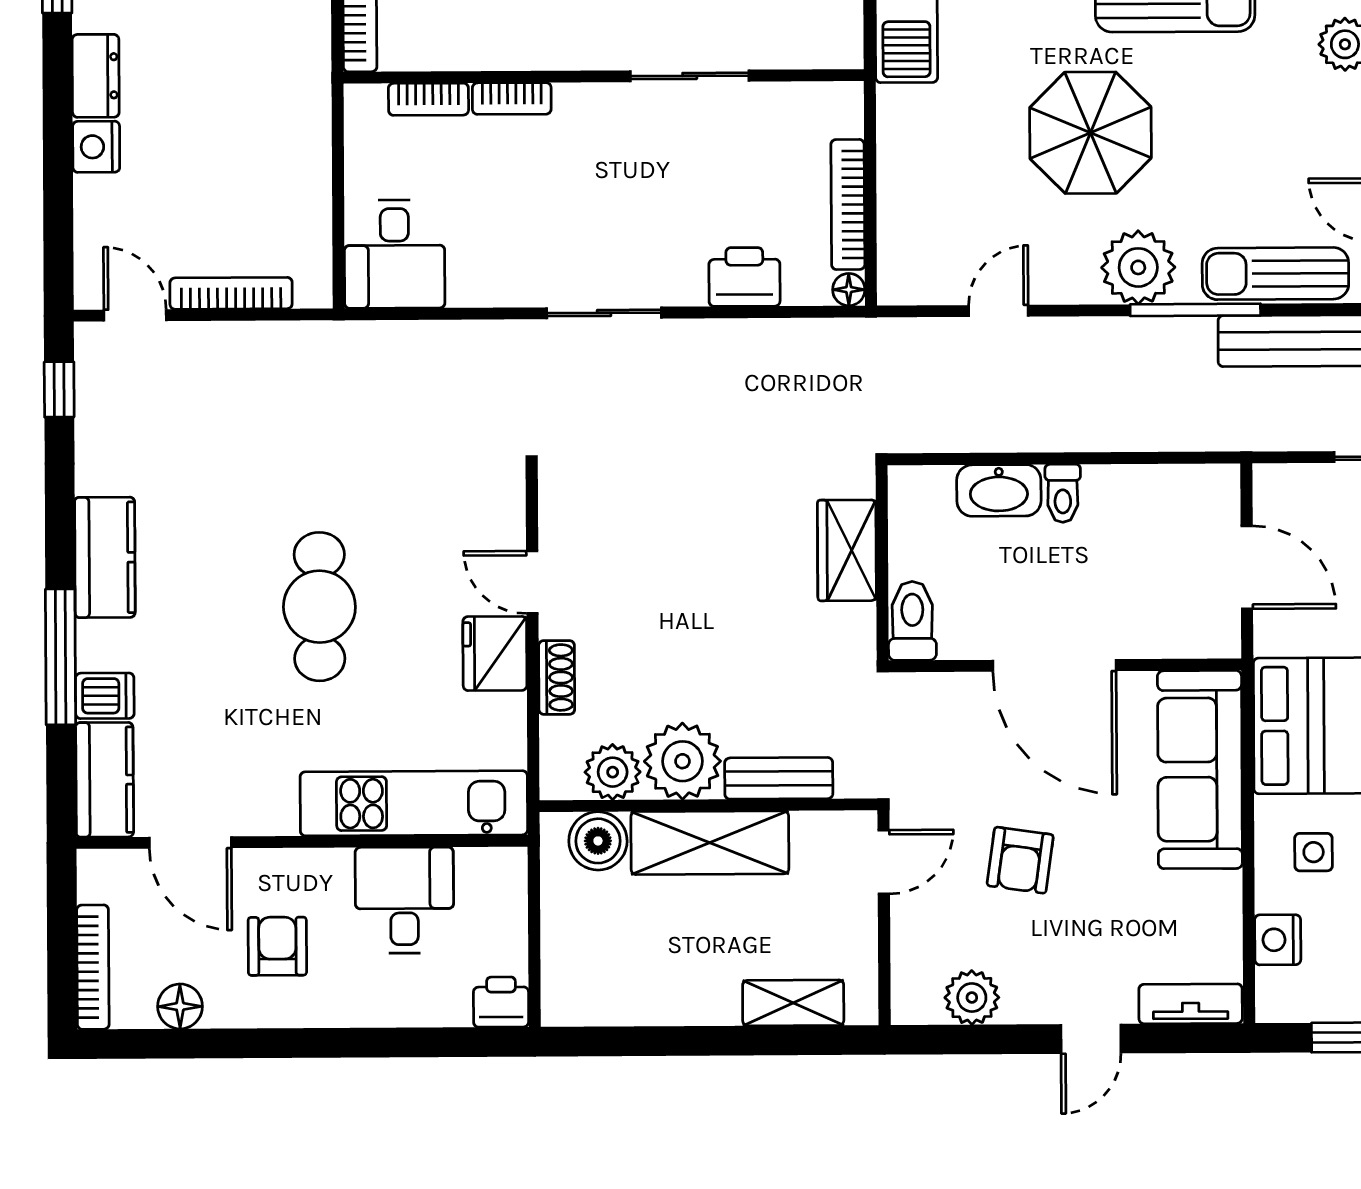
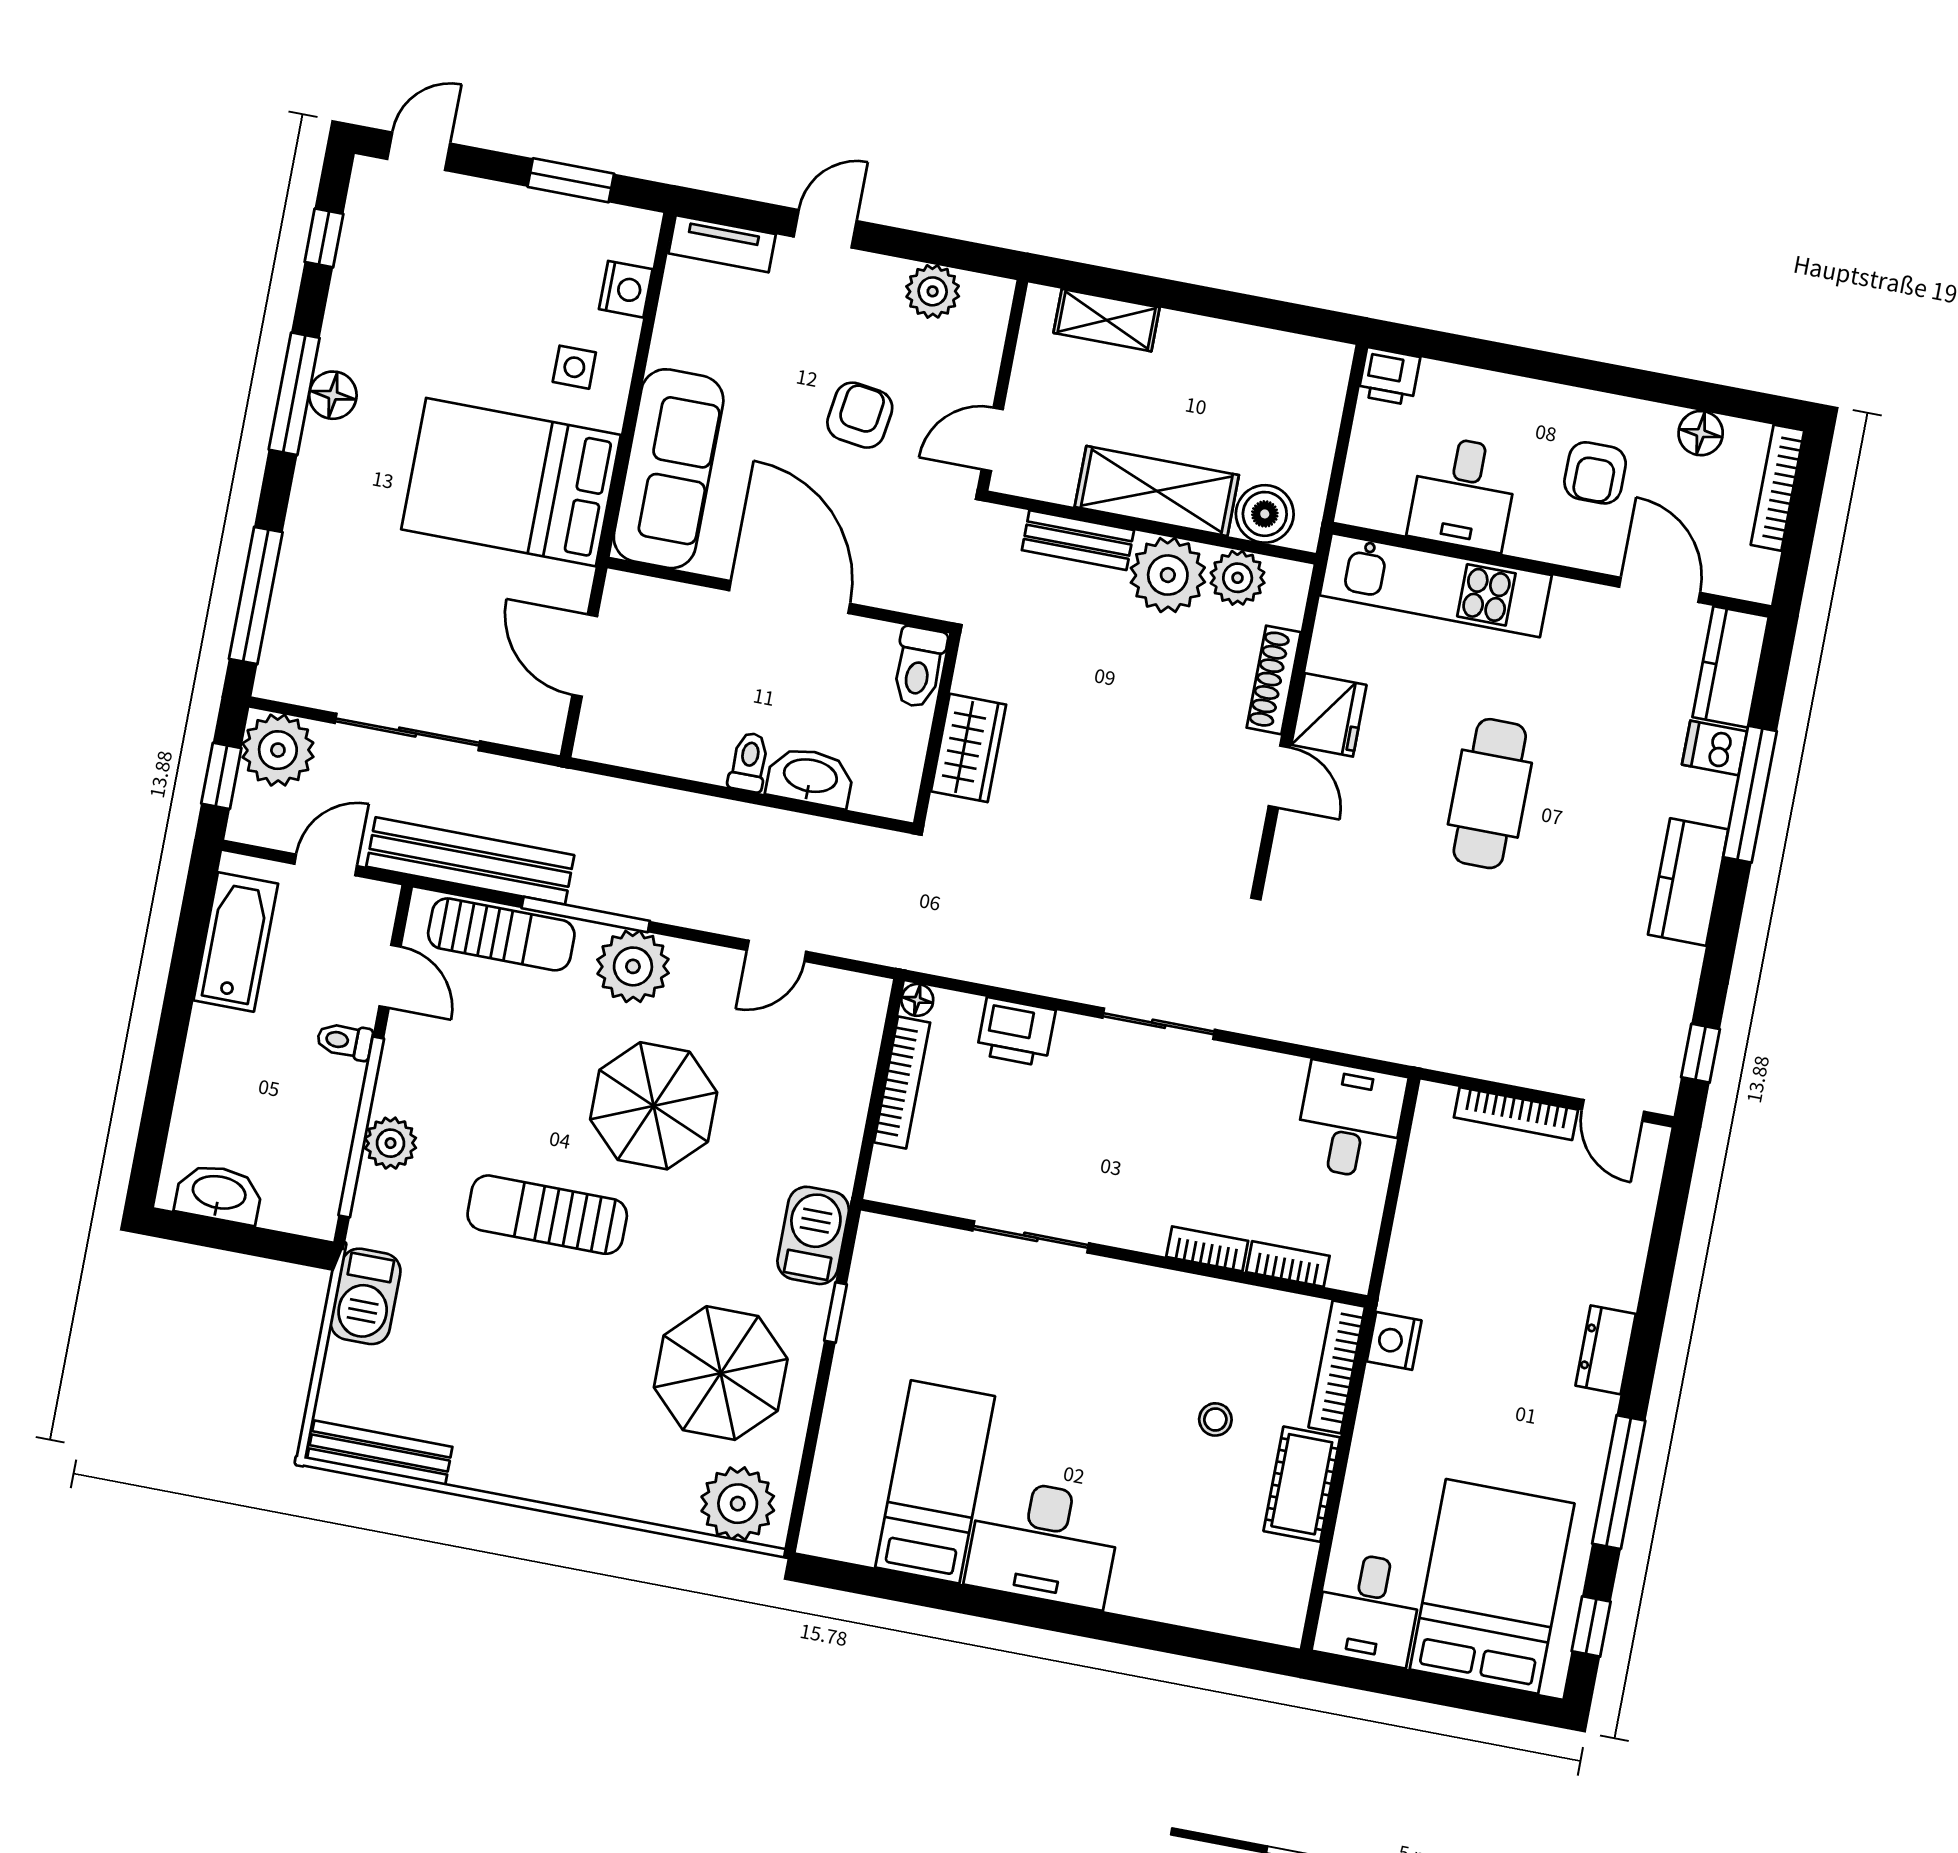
nightstand: (96, 147) -> (1394, 1341), moved, turned 180
shoe rack: (557, 677) -> (1274, 680), width x1.43

